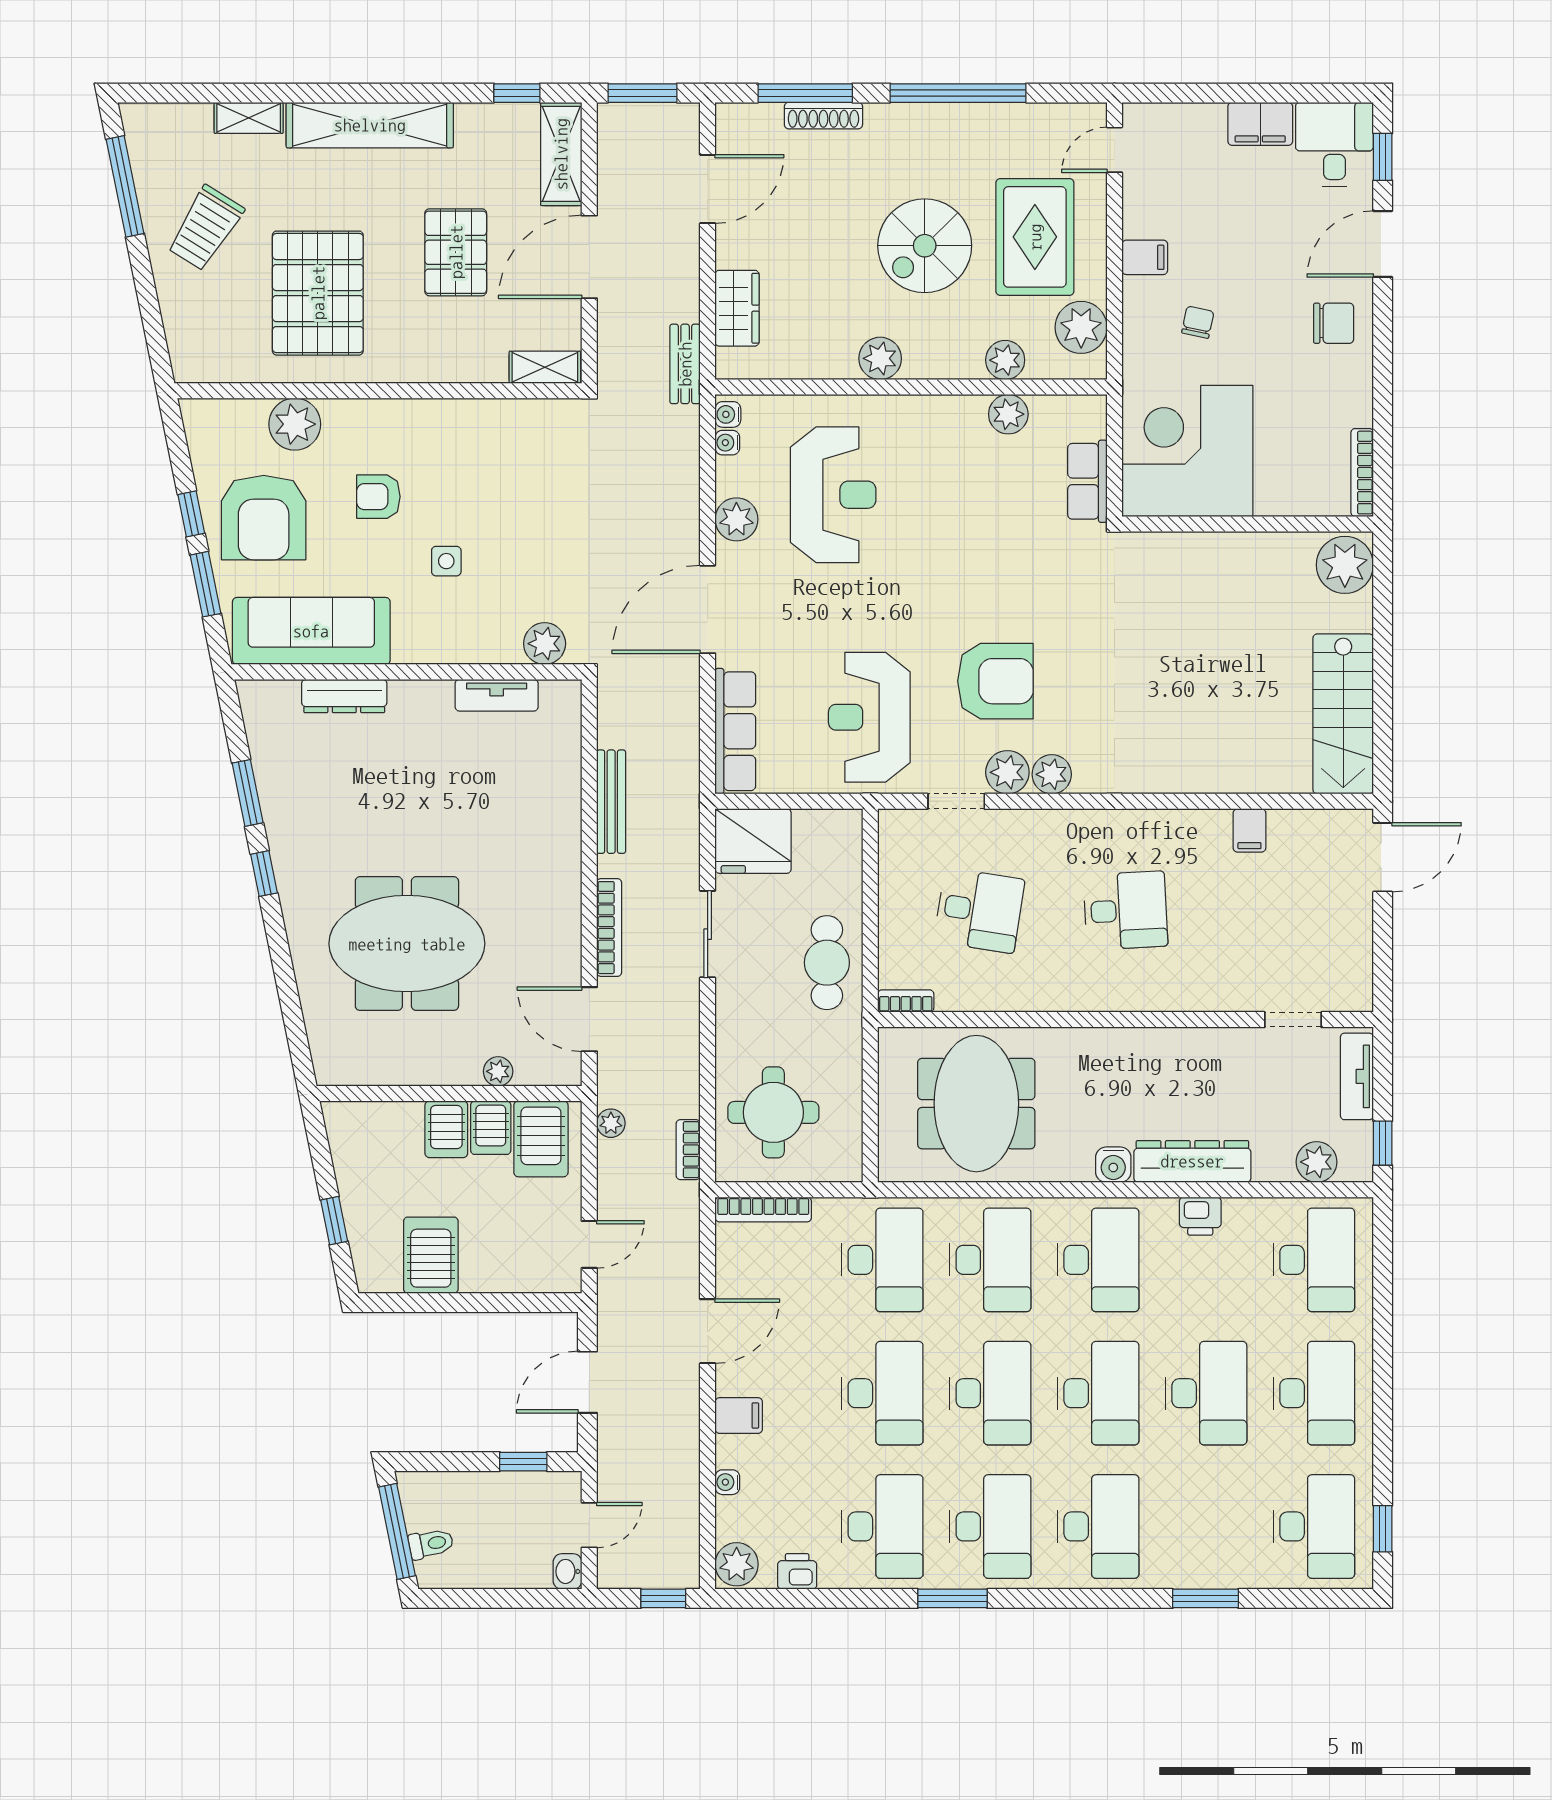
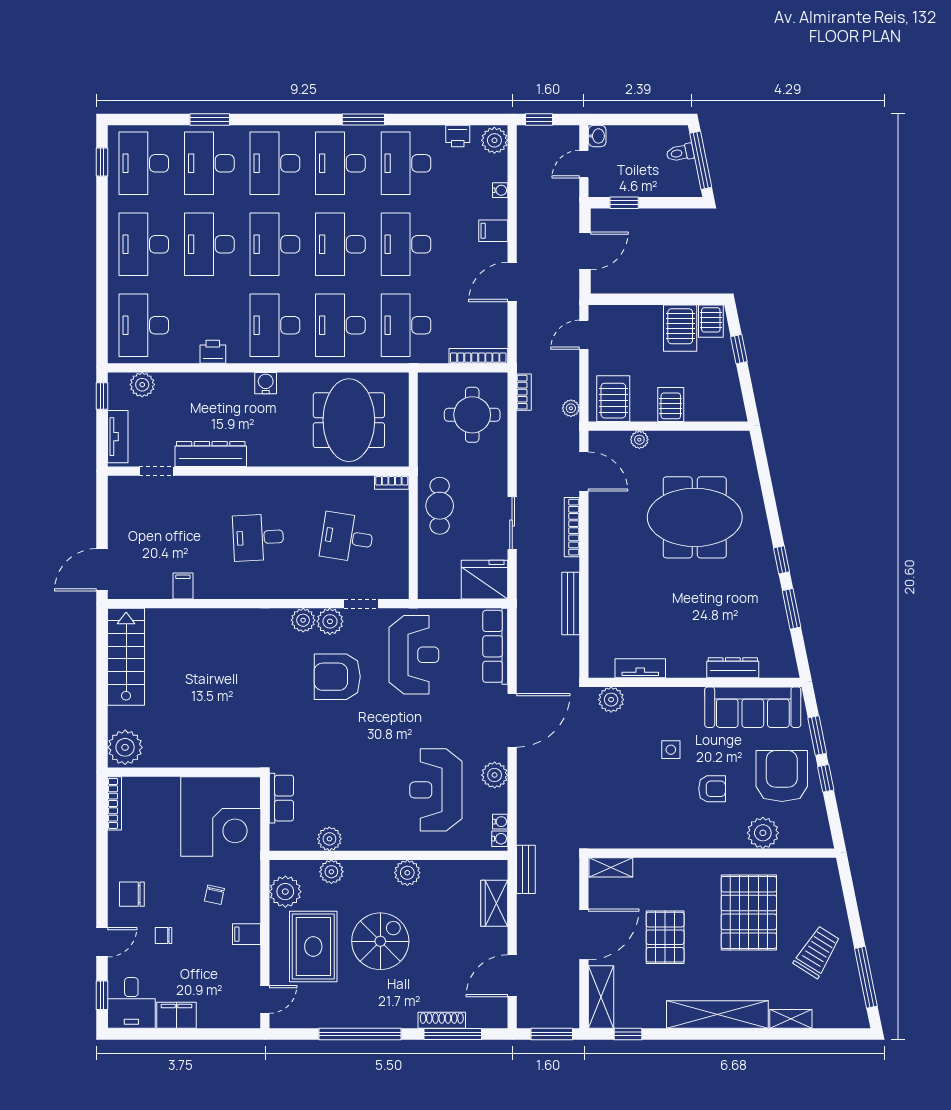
door: (1383, 244) -> (102, 942), width x0.73
chair: (1282, 255) -> (164, 936), added
server rack: (491, 1128) -> (711, 321), moved, turned 180
dresser: (1192, 1161) -> (211, 454), moved, turned 180
desk: (1206, 1526) -> (209, 163), added

